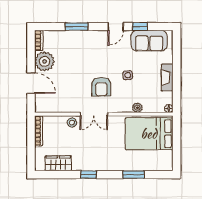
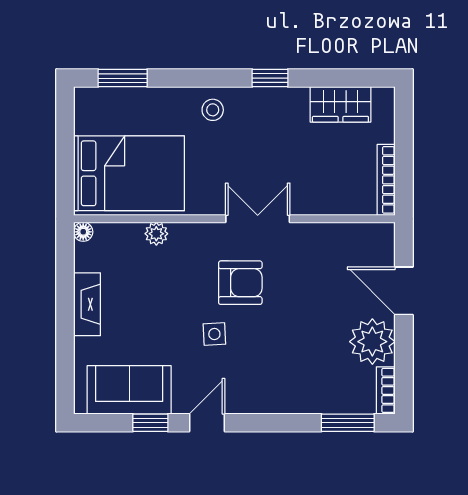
window: (77, 27) -> (348, 423), moved
side table: (128, 75) -> (214, 334), moved
armchair: (101, 87) -> (240, 283), turned 90
stool: (72, 123) -> (213, 110), moved
window: (134, 175) -> (123, 78), moved

